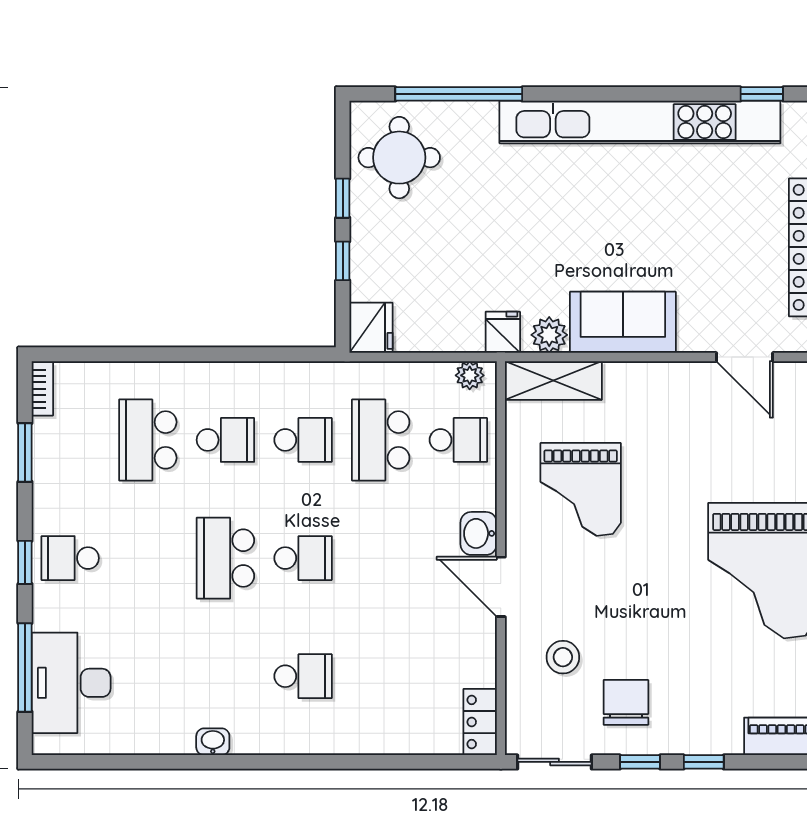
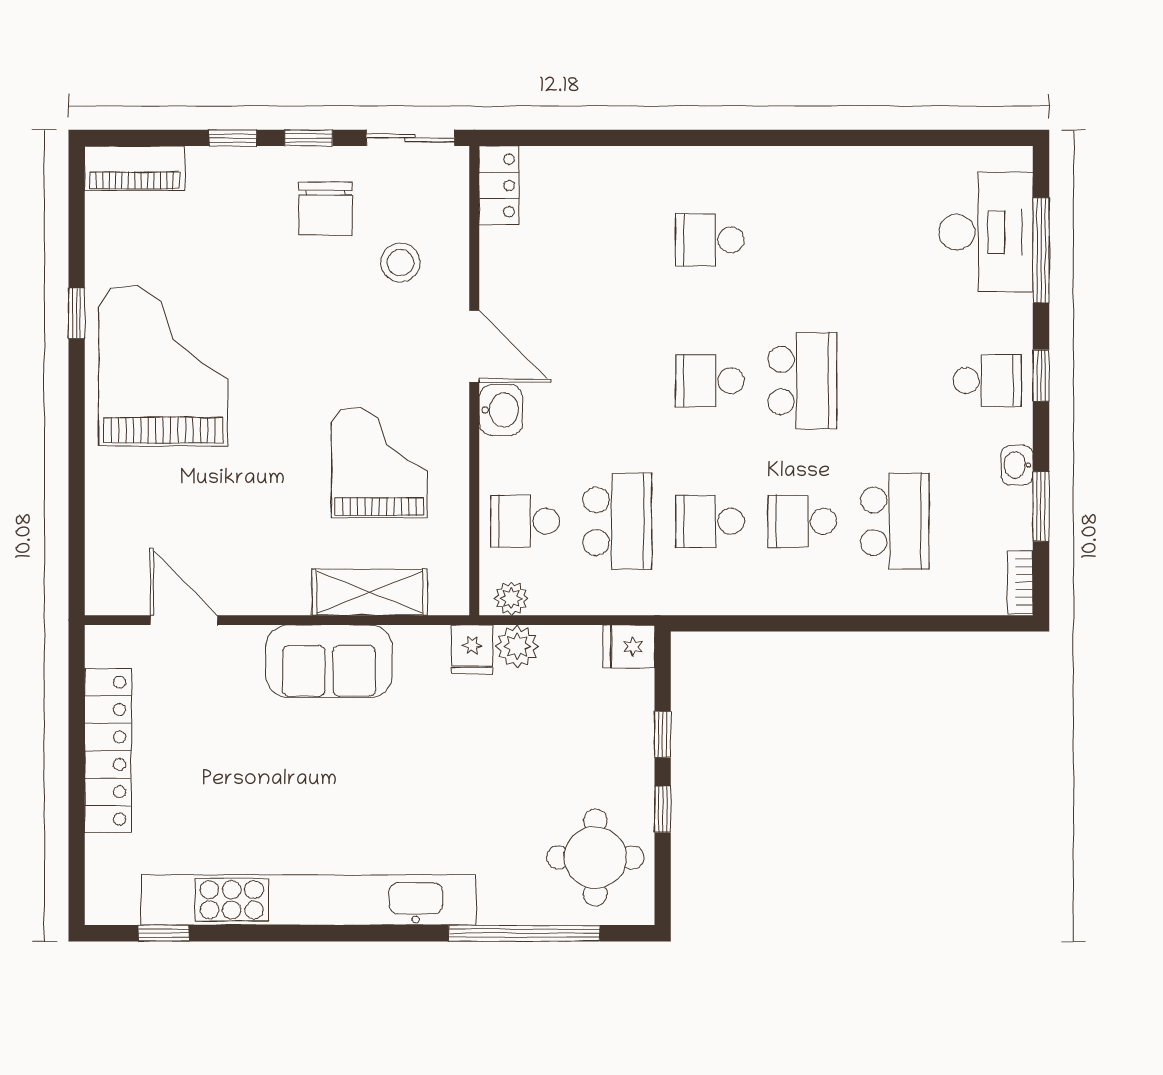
fridge: (371, 328) -> (629, 647), width x0.72
plant: (549, 335) -> (517, 646), moved
shelving: (553, 380) -> (370, 592), moved
washbasin: (213, 742) -> (1017, 465), moved, turned 90

